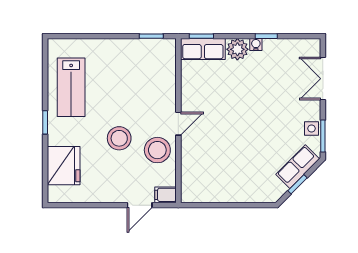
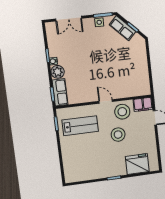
lab bench: (71, 87) -> (80, 126), moved
filing cabinet: (165, 195) -> (143, 104), width x2.00

